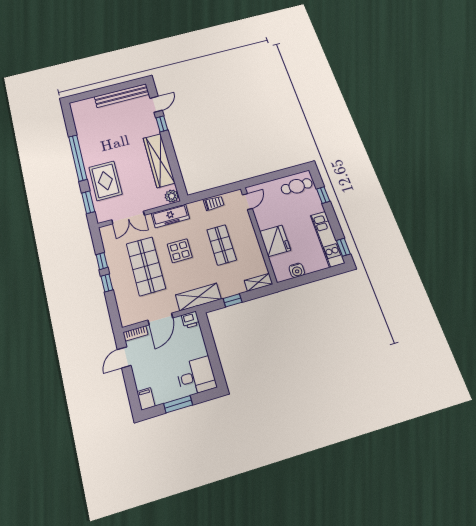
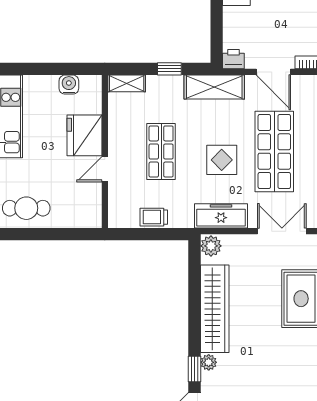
plant: (154, 130) -> (209, 362), added
door: (247, 202) -> (105, 169), moved
door: (160, 319) -> (273, 72), swing flipped

